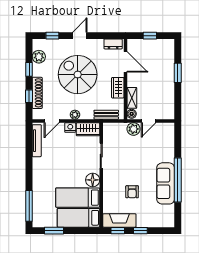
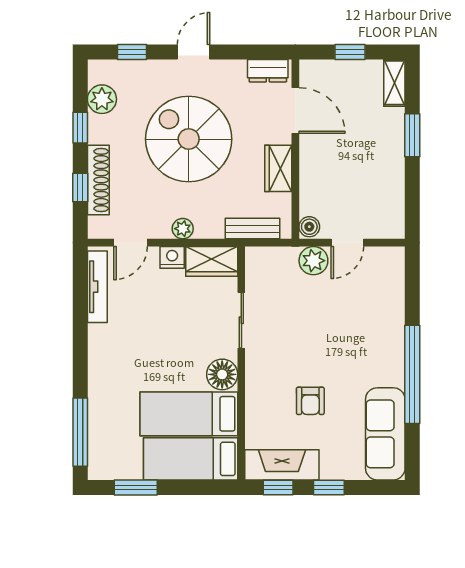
shelving: (132, 98) -> (394, 83), moved
sofa: (166, 183) -> (385, 434), moved

